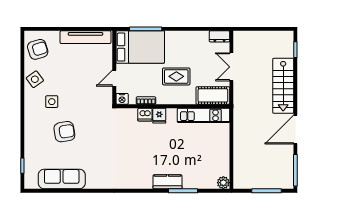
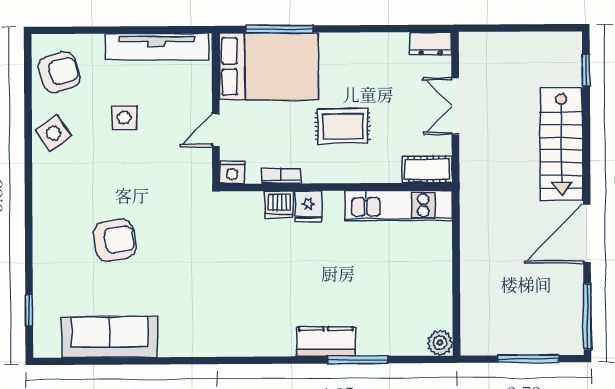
cot: (213, 95) -> (427, 169), width x0.73, depth x0.75
side table: (52, 102) -> (124, 118), moved

